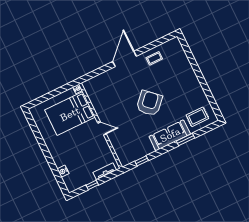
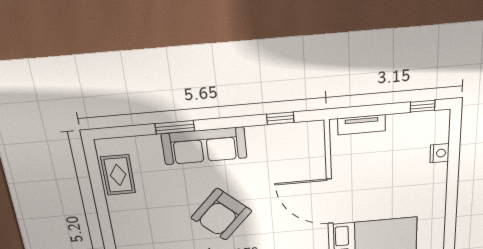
rug: (197, 117) -> (118, 175), moved, turned 90
door: (102, 128) -> (330, 201), width x1.88
window: (92, 185) -> (423, 106), moved

